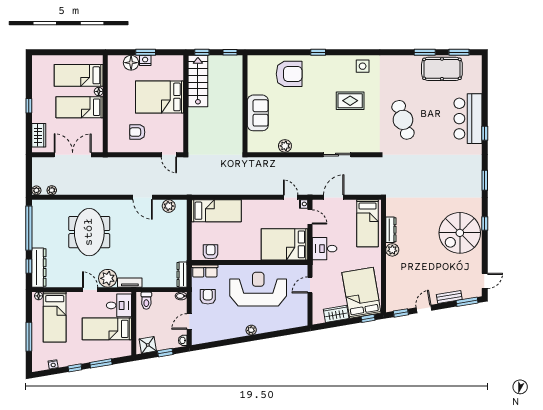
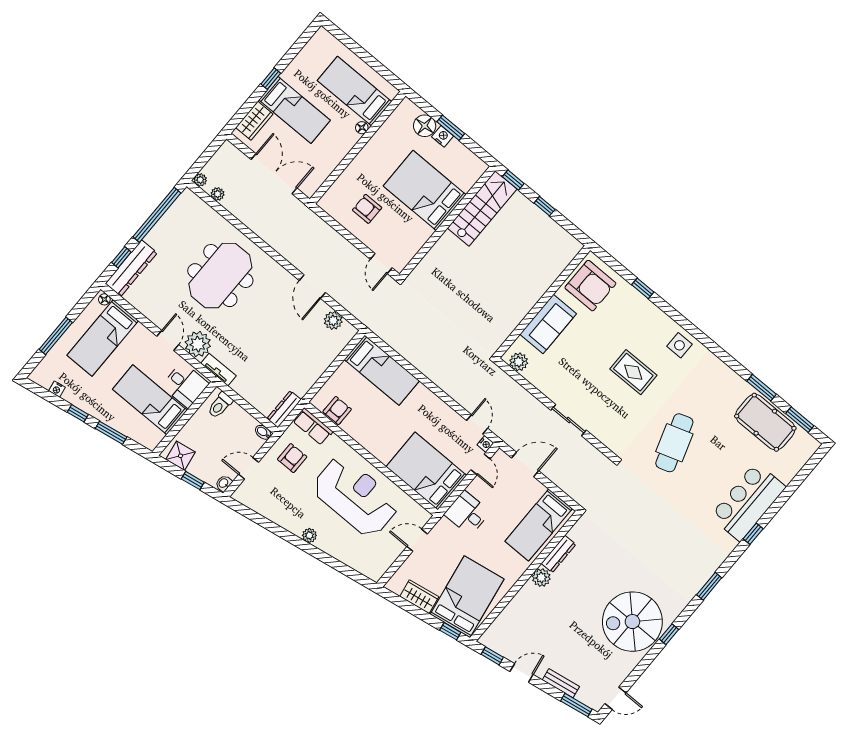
wall: (245, 104) -> (542, 302), moved
bed: (79, 107) -> (295, 110), moved, turned 180
sofa: (258, 113) -> (548, 324), moved

